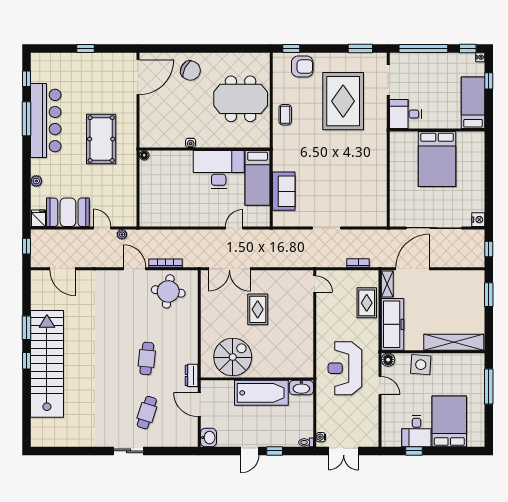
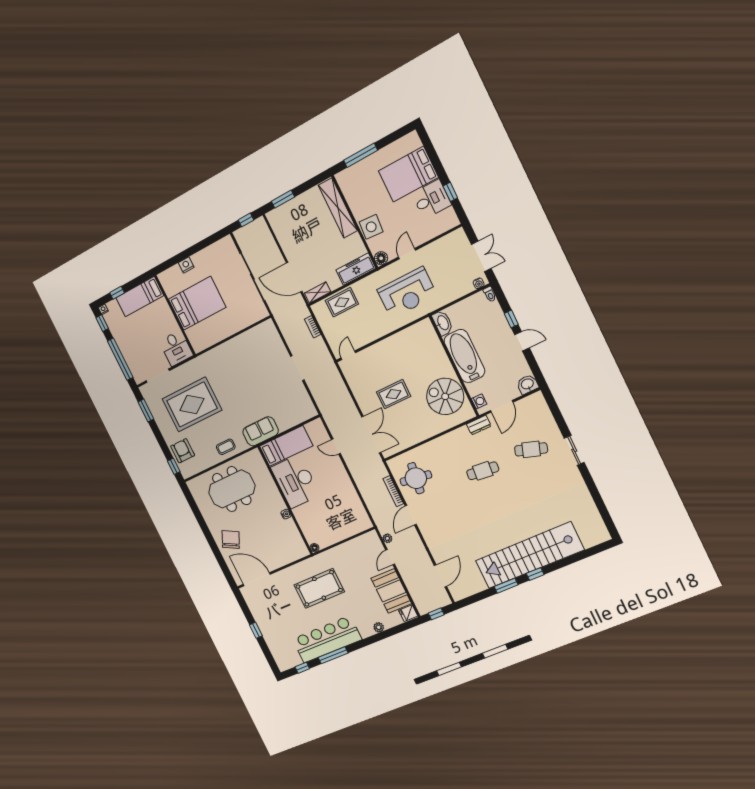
meeting table: (241, 99) -> (232, 489), turned 90
sofa: (284, 191) -> (261, 431), moved
nightstand: (478, 220) -> (186, 265), moved
freezer: (393, 324) -> (356, 269), width x0.73, depth x0.79
washing machine: (213, 386) -> (479, 401), added

